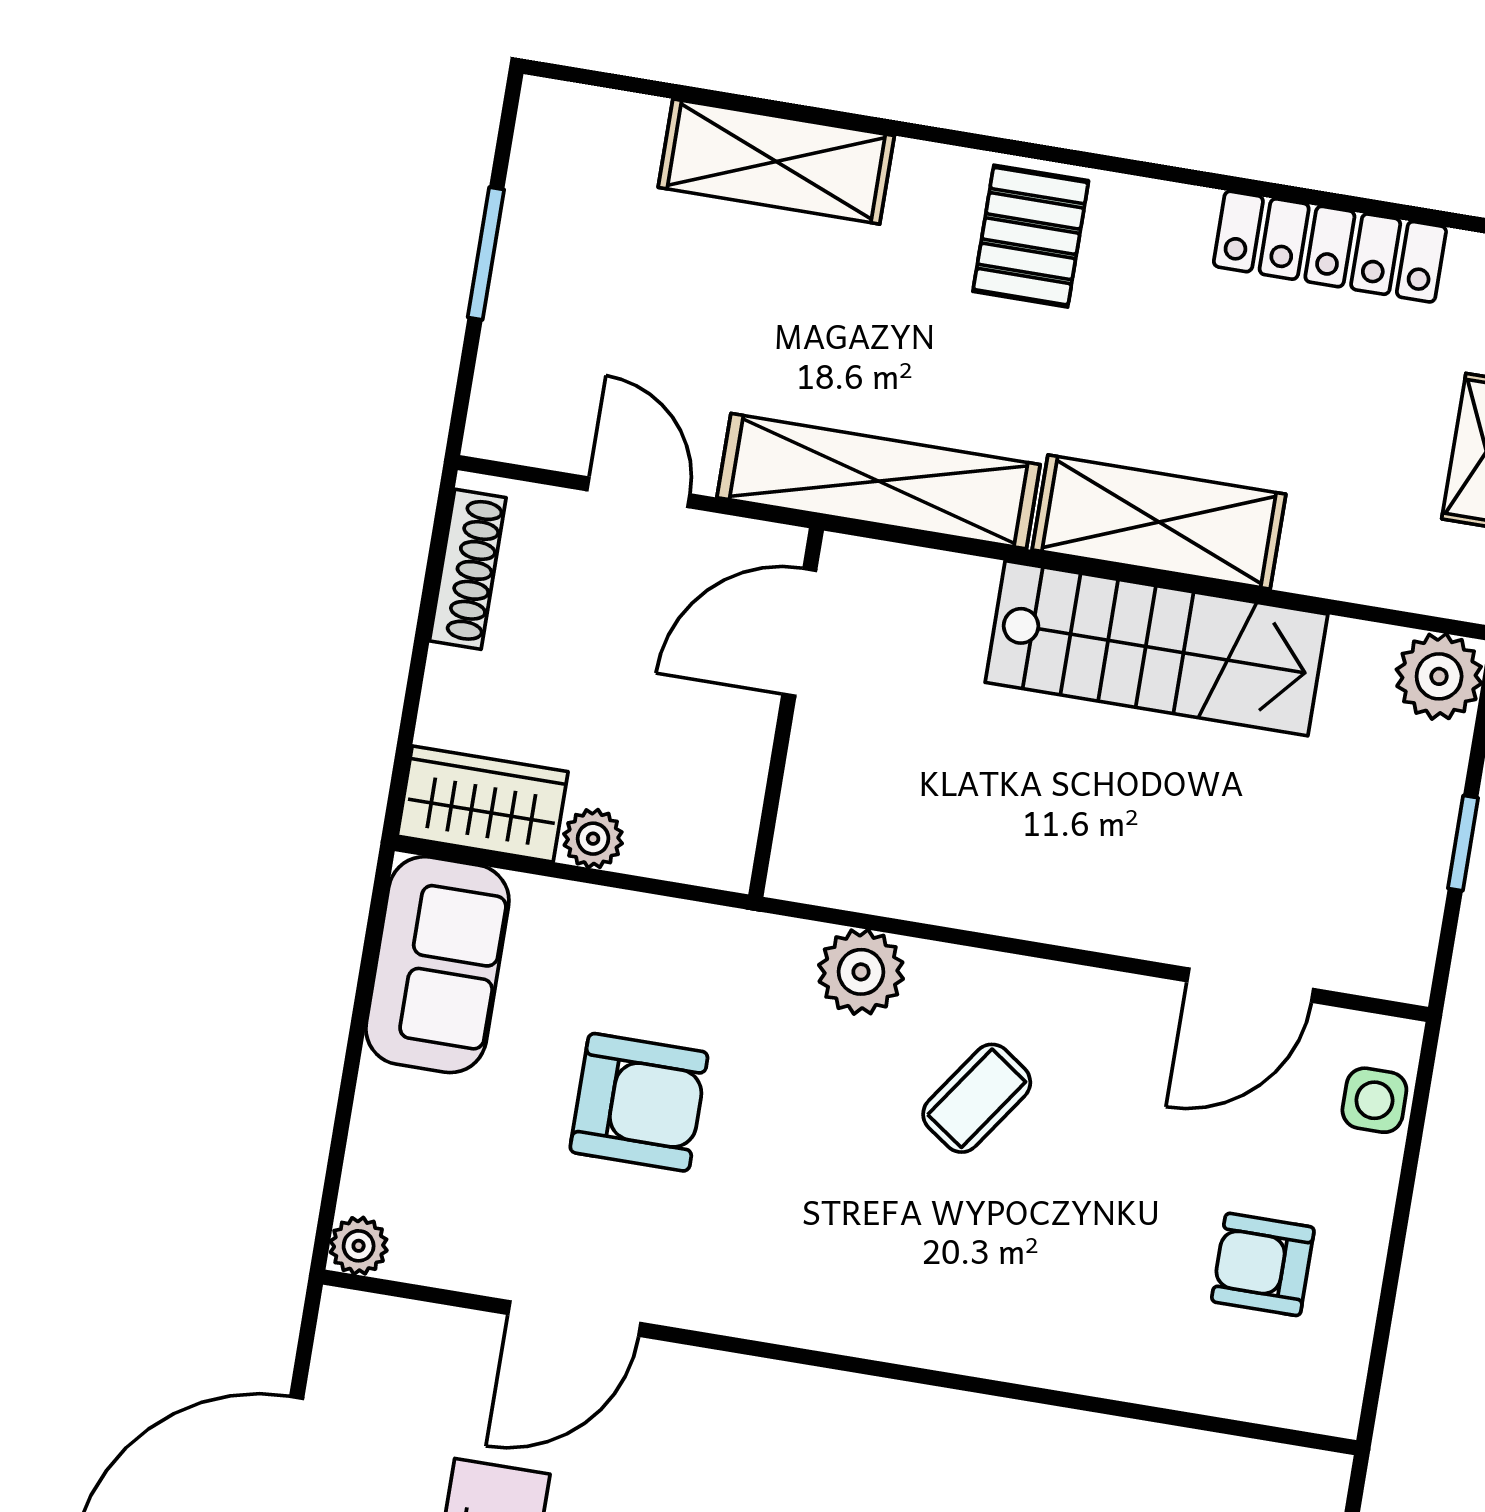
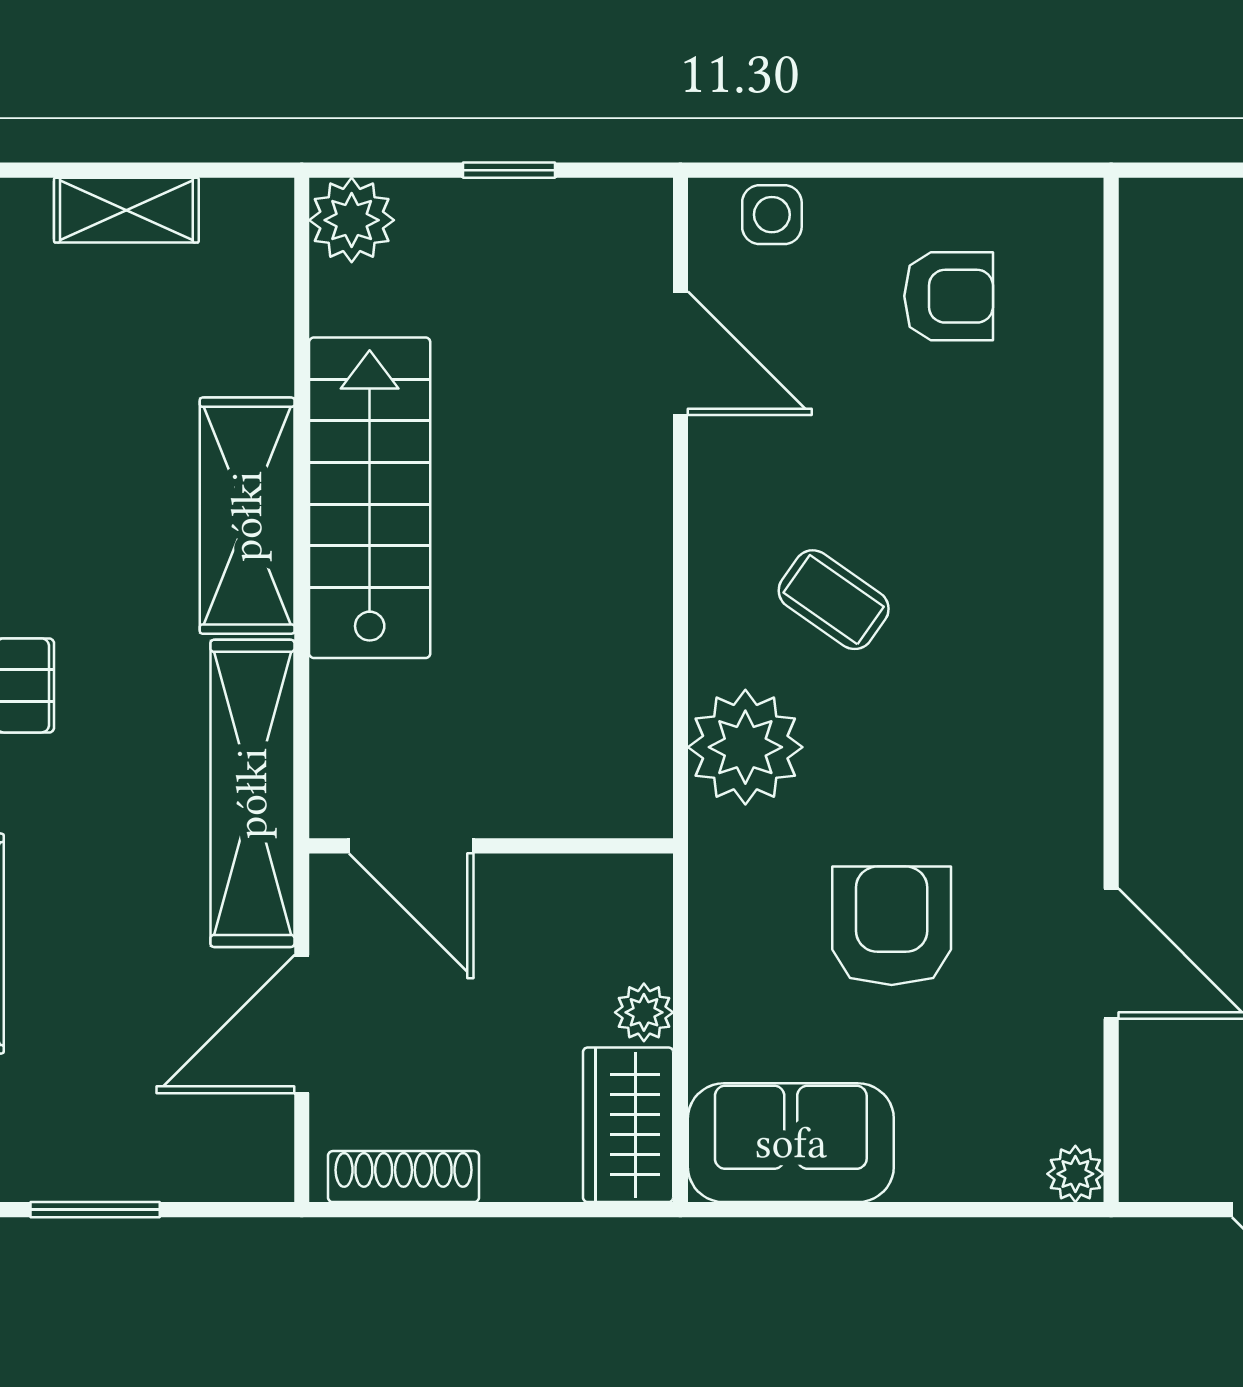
door: (638, 492) -> (302, 1024), width x1.37
plant: (861, 972) -> (745, 747), width x1.36, depth x1.36
armchair: (1263, 1264) -> (949, 296), turned -90

